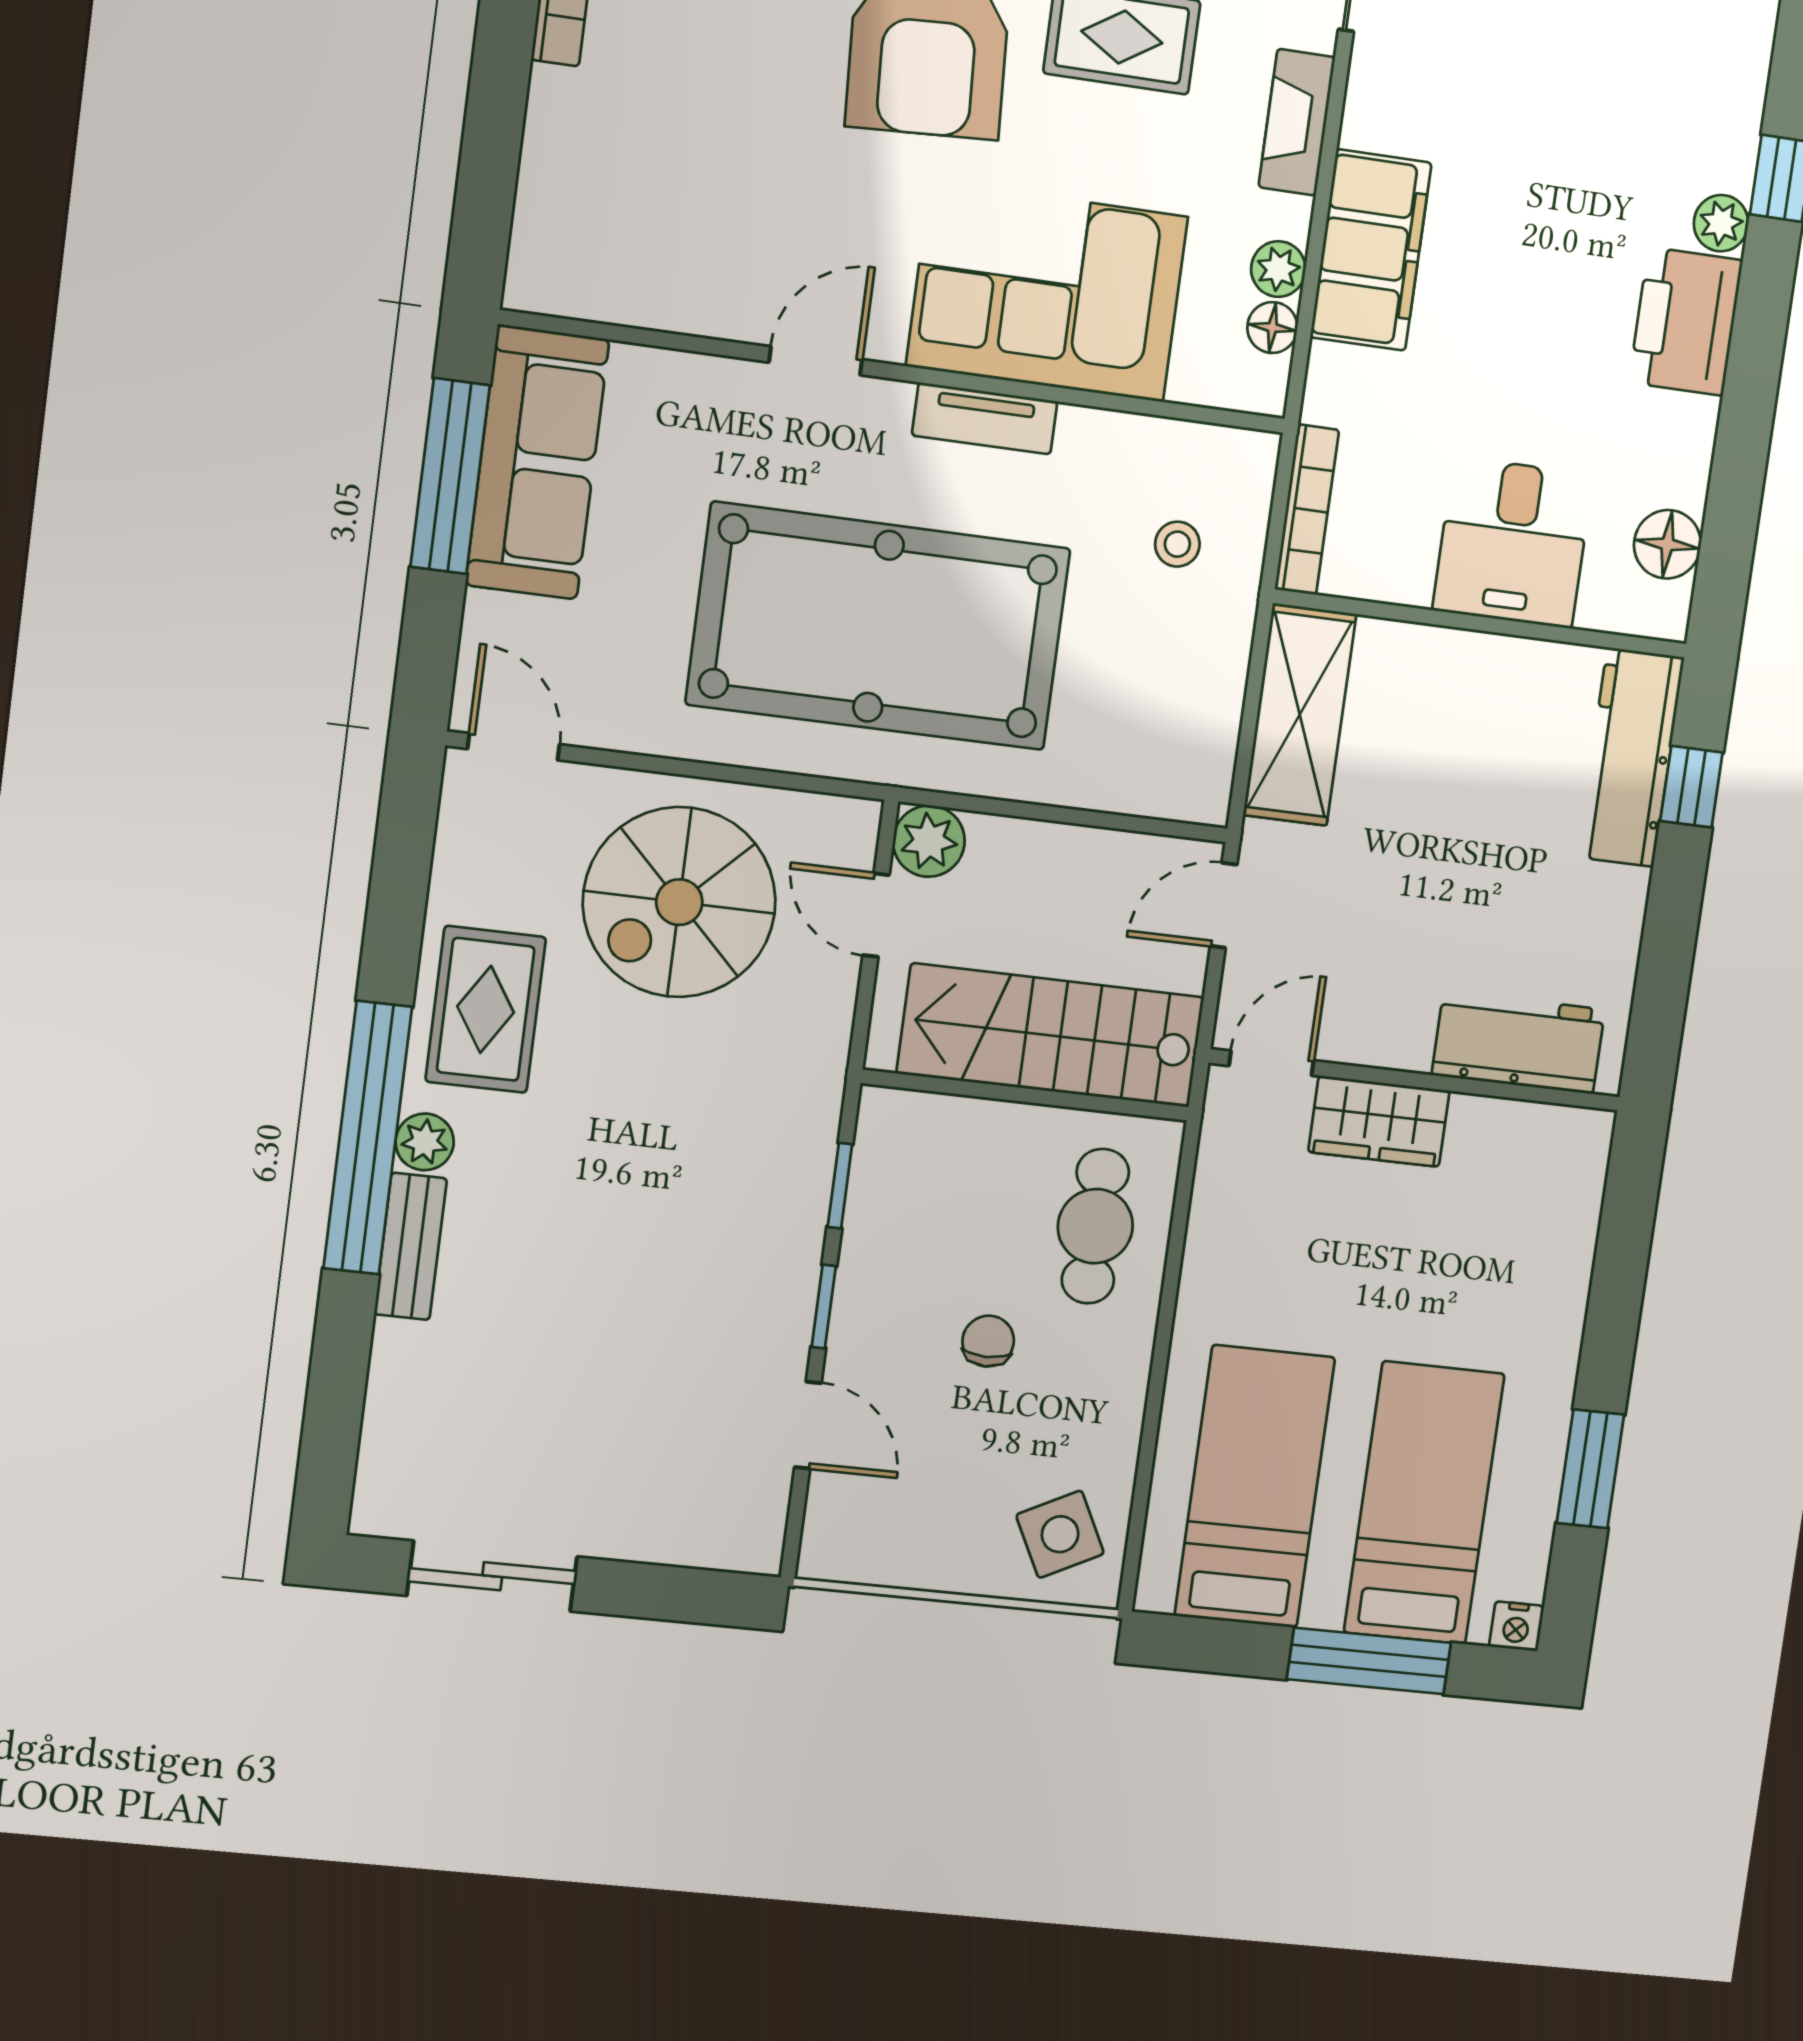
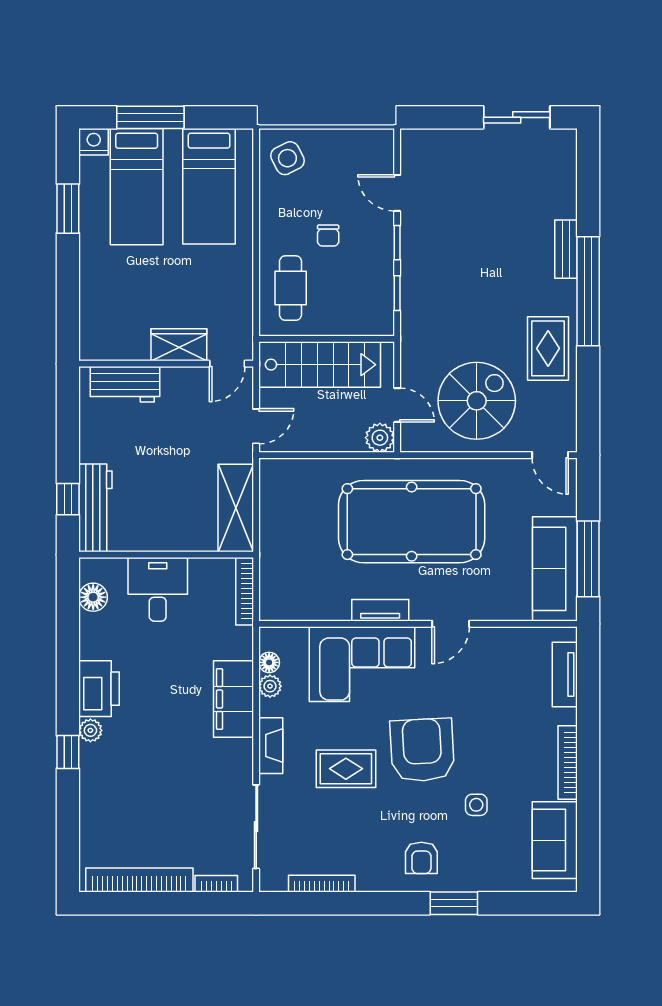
tv unit: (546, 194) -> (565, 674), added
stool: (1177, 544) -> (296, 570), removed
plant: (425, 1142) -> (565, 292), removed
nightstand: (1516, 1626) -> (94, 142), width x1.39, depth x1.35

